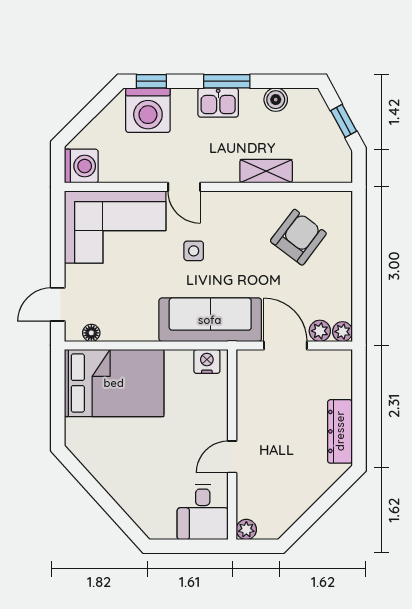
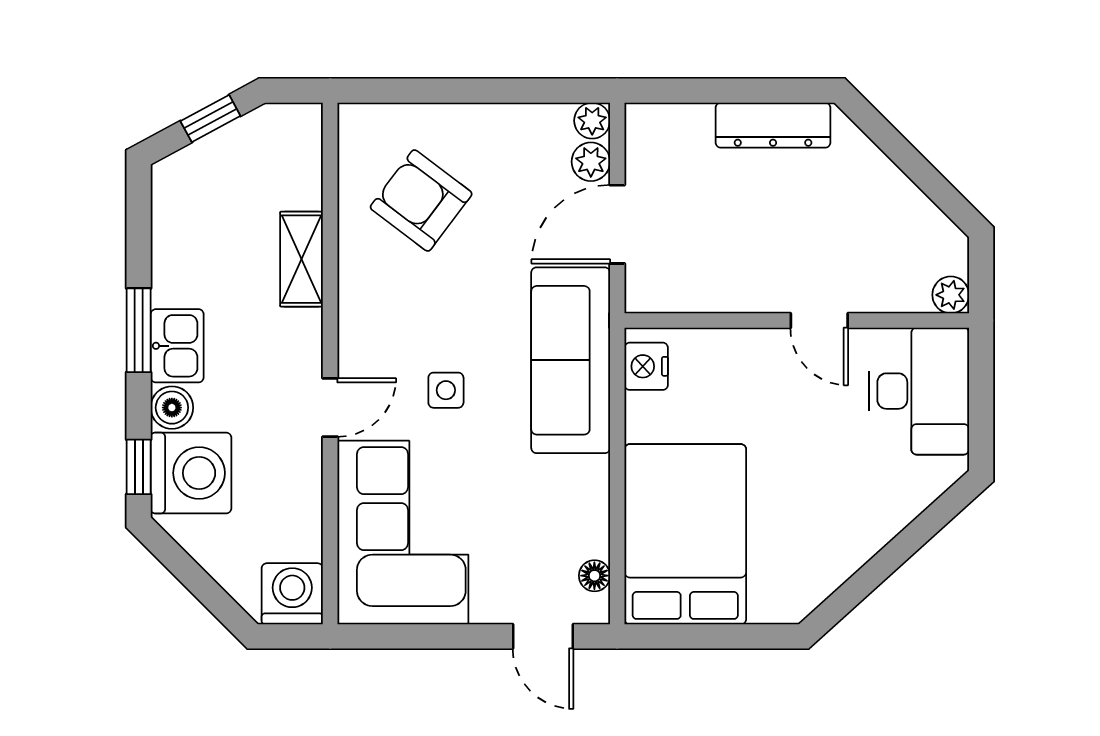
boiler: (276, 100) -> (172, 408), moved
desk: (203, 512) -> (919, 391), width x1.37

